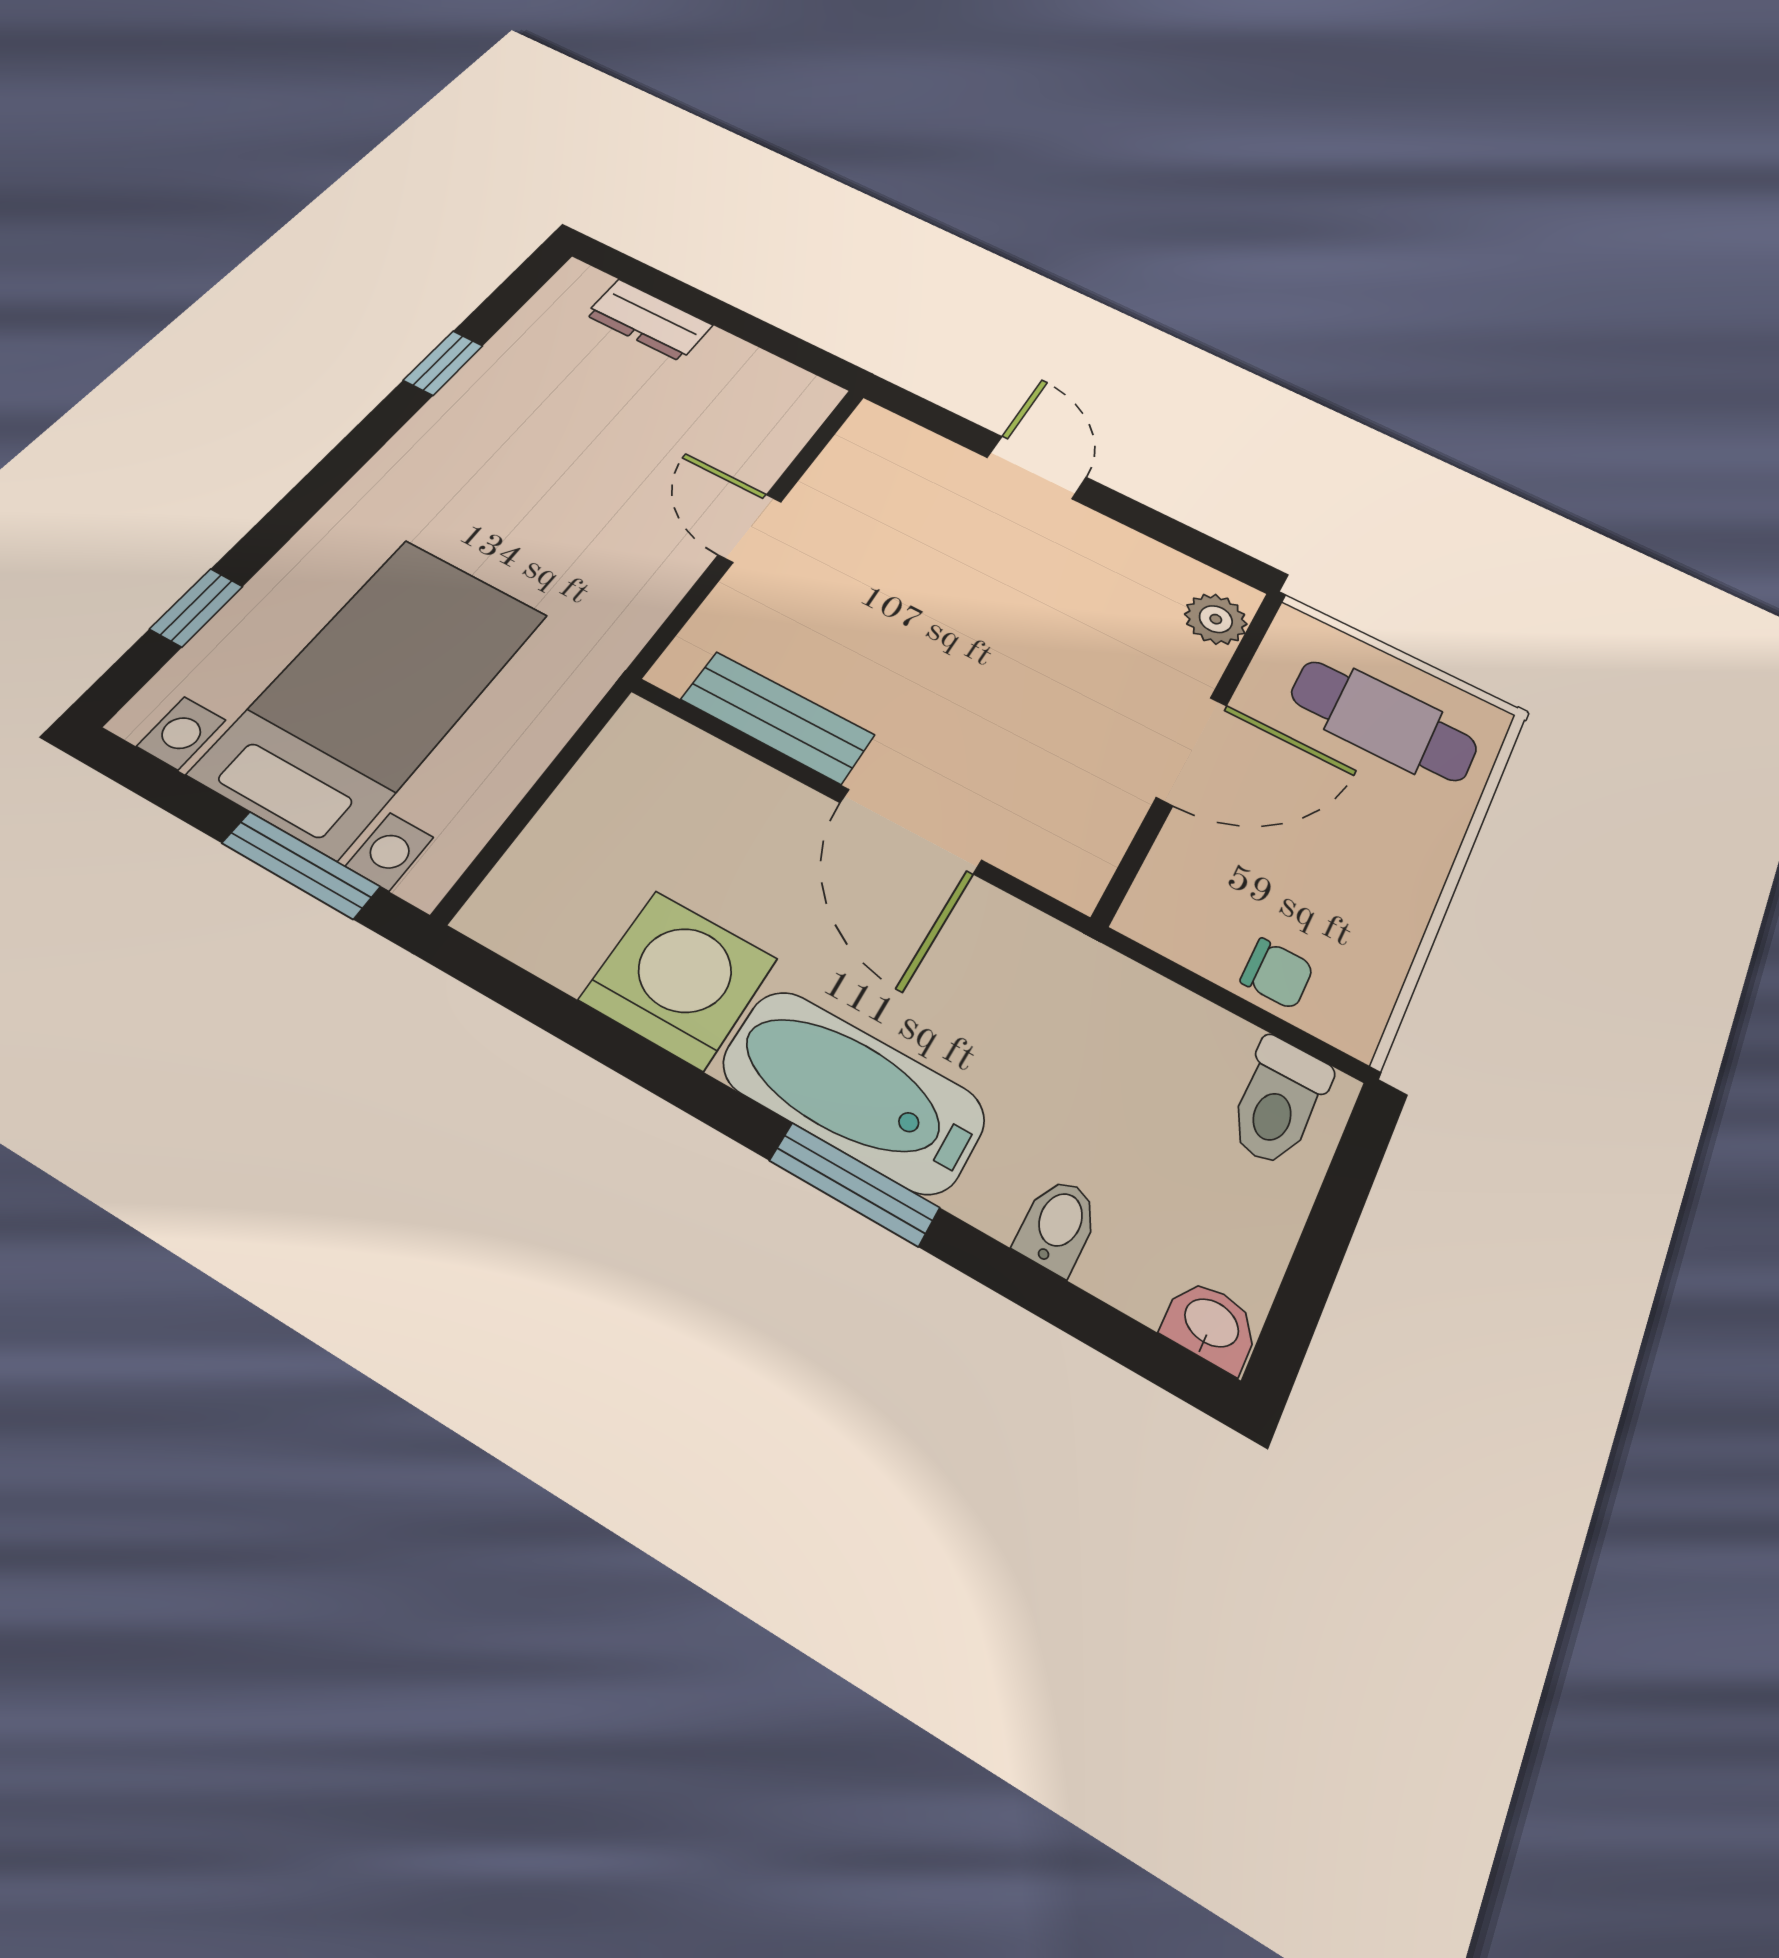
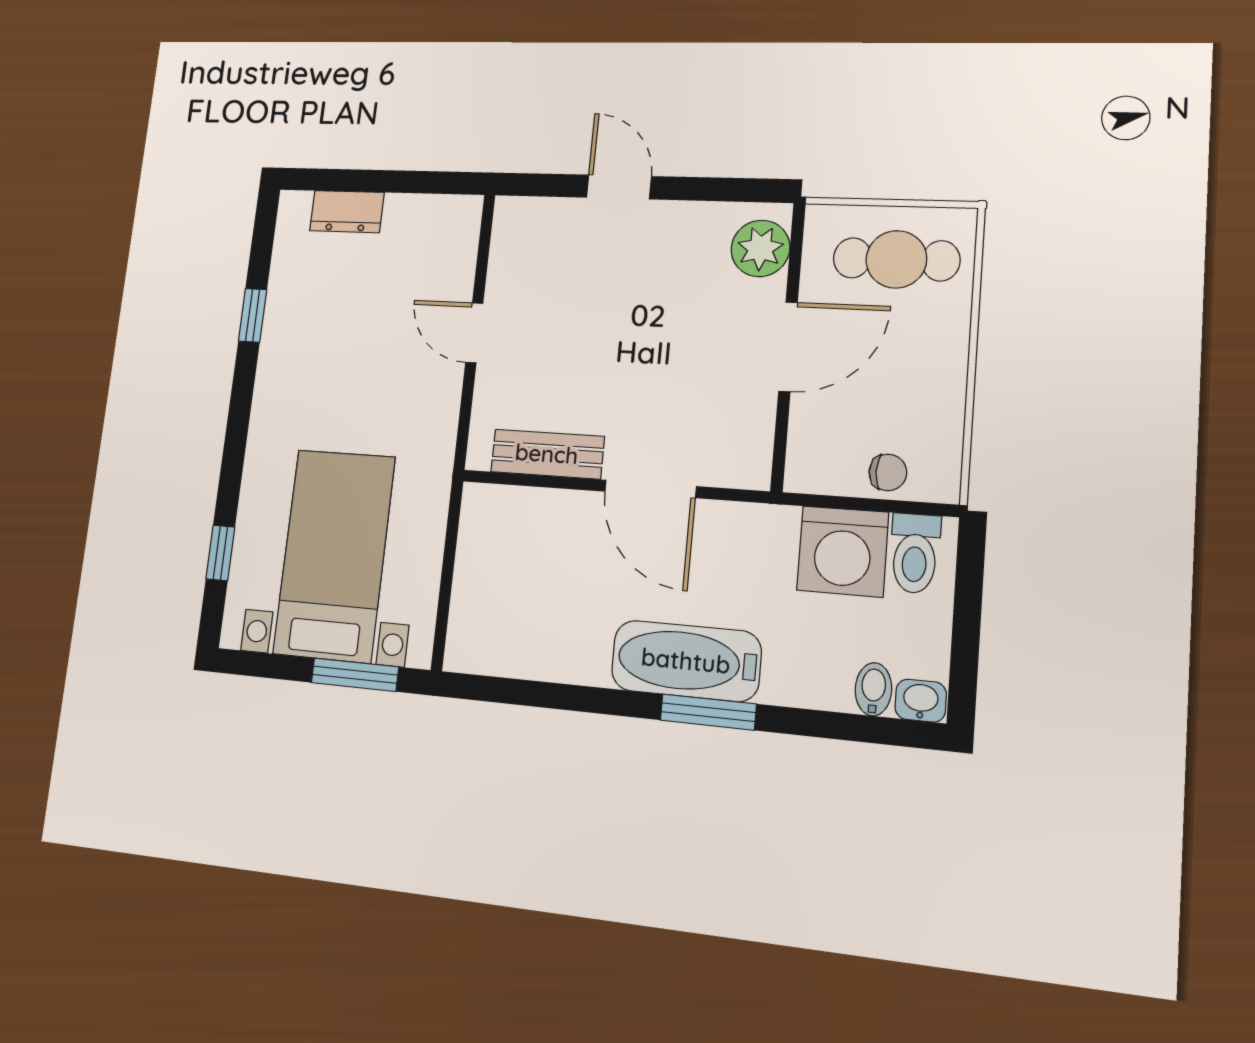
plant: (1216, 619) -> (760, 248), width x1.38, depth x1.38
washing machine: (679, 979) -> (843, 551), moved, turned 180
bidet: (1058, 1225) -> (873, 689), moved

